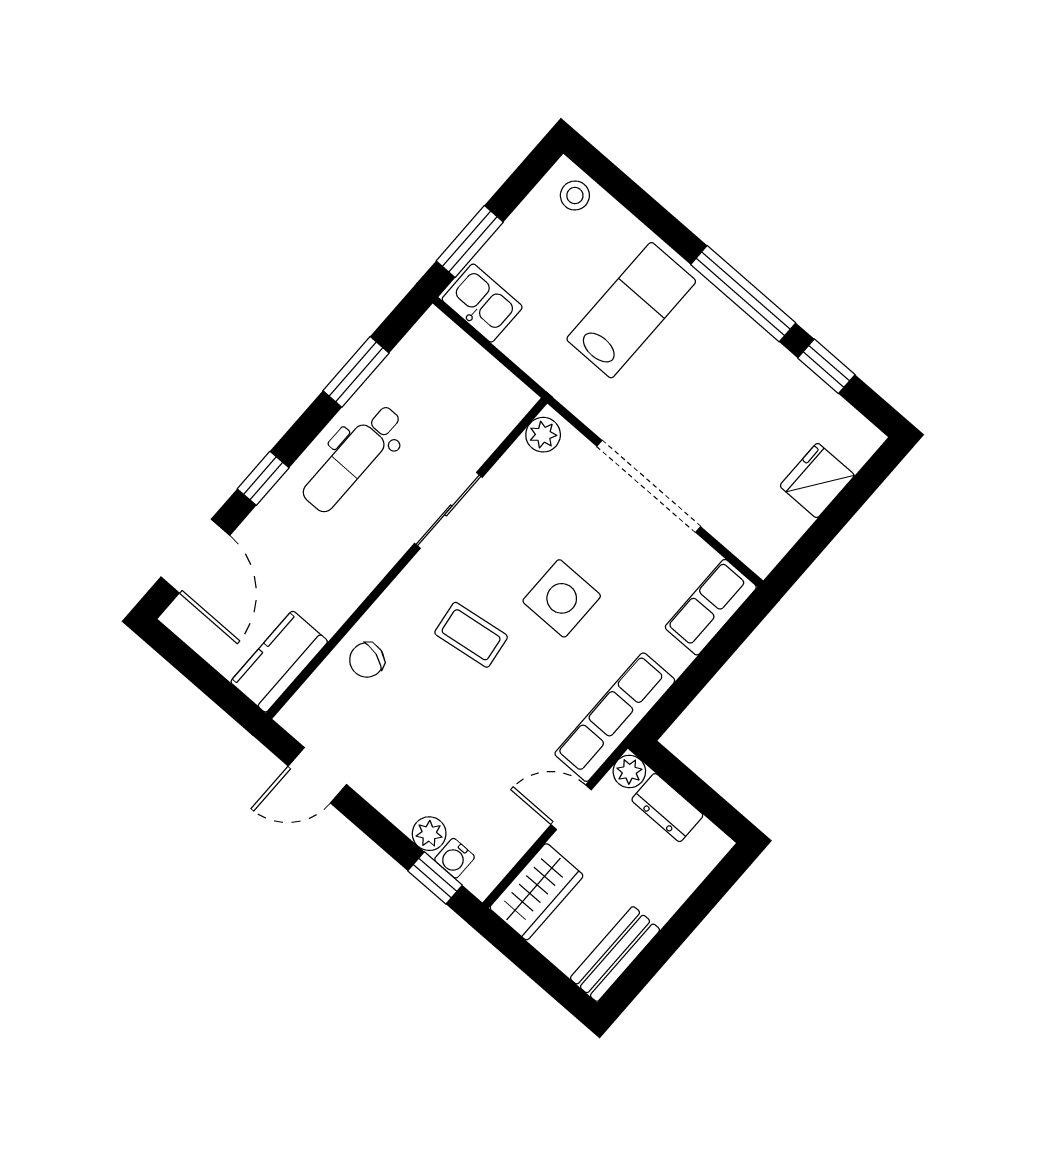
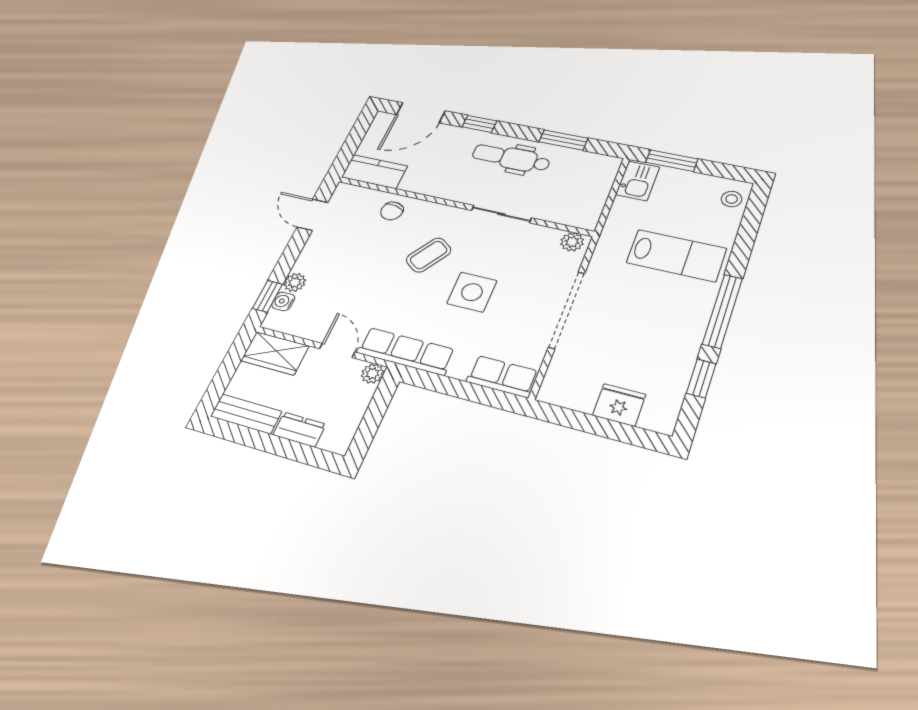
coffee table: (471, 635) -> (429, 255), turned 42
chair: (367, 660) -> (392, 211), turned -95
dresser: (667, 808) -> (299, 430), moved, turned 90

